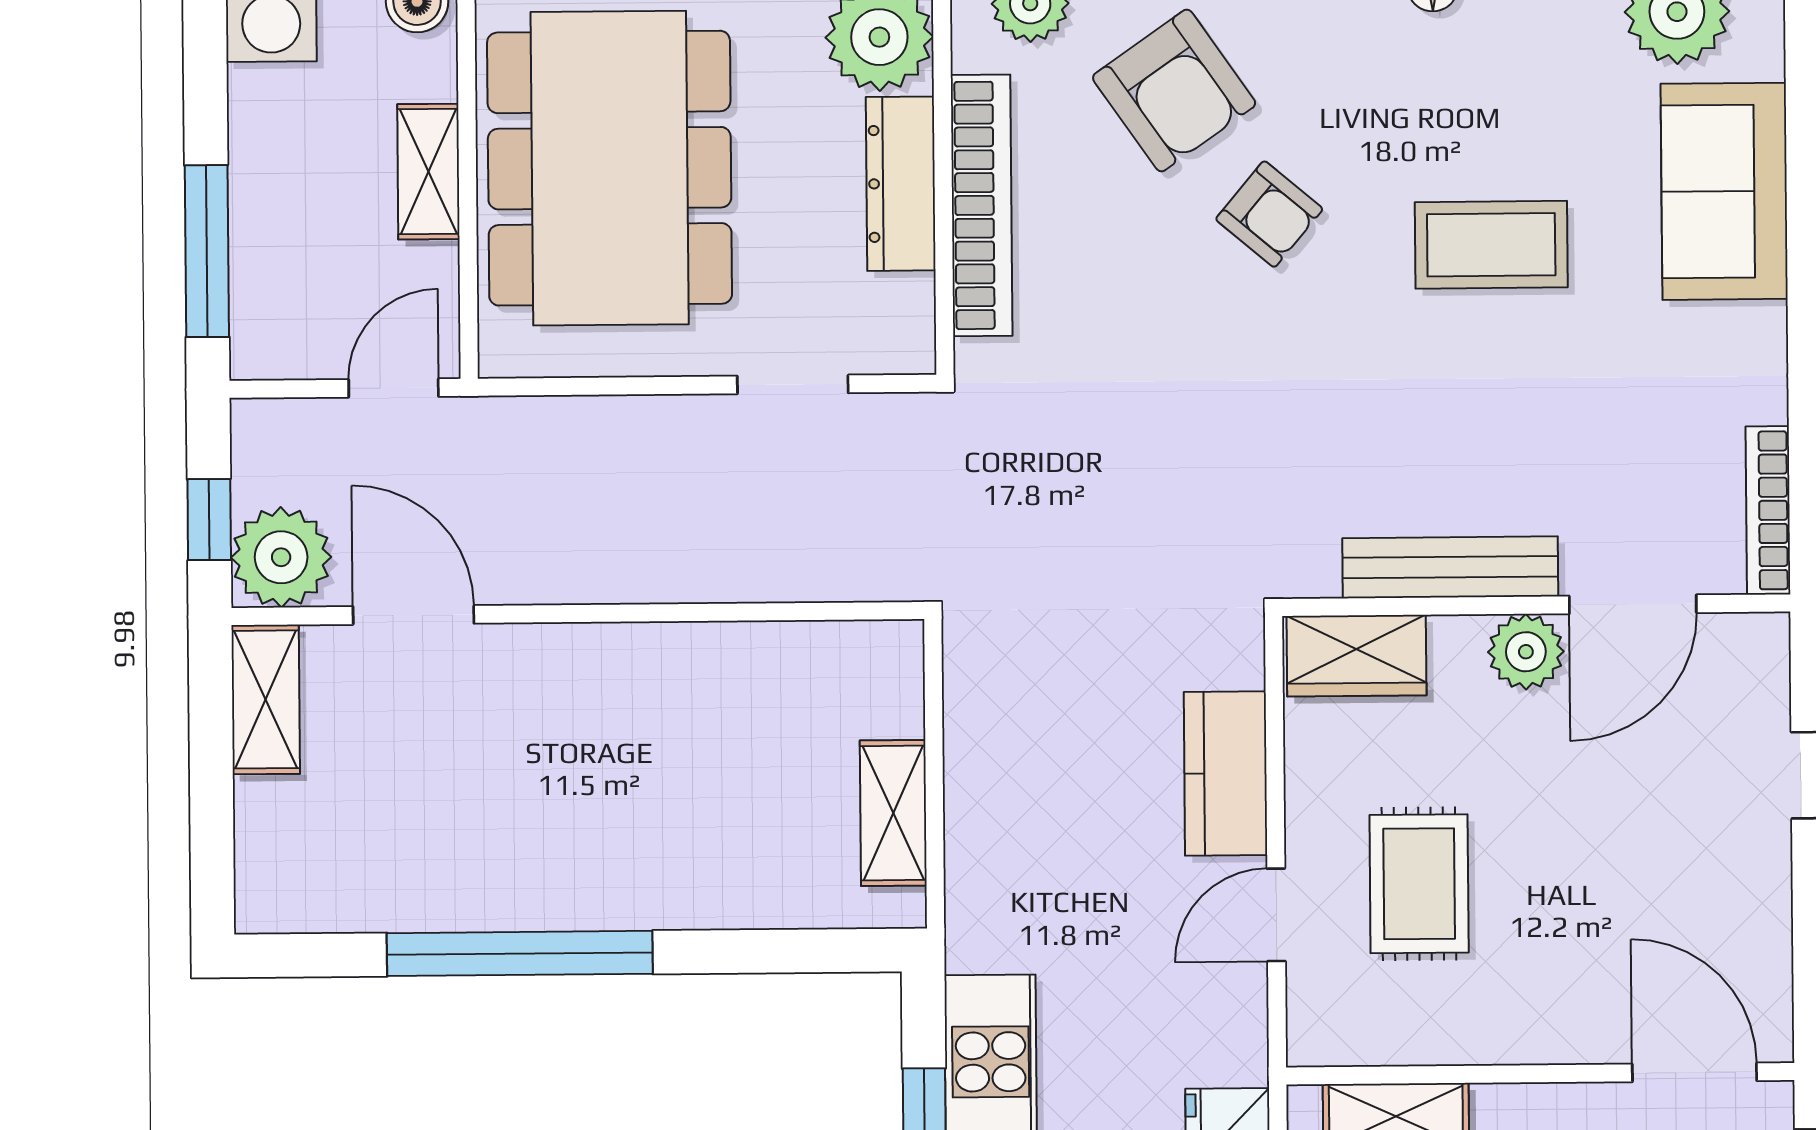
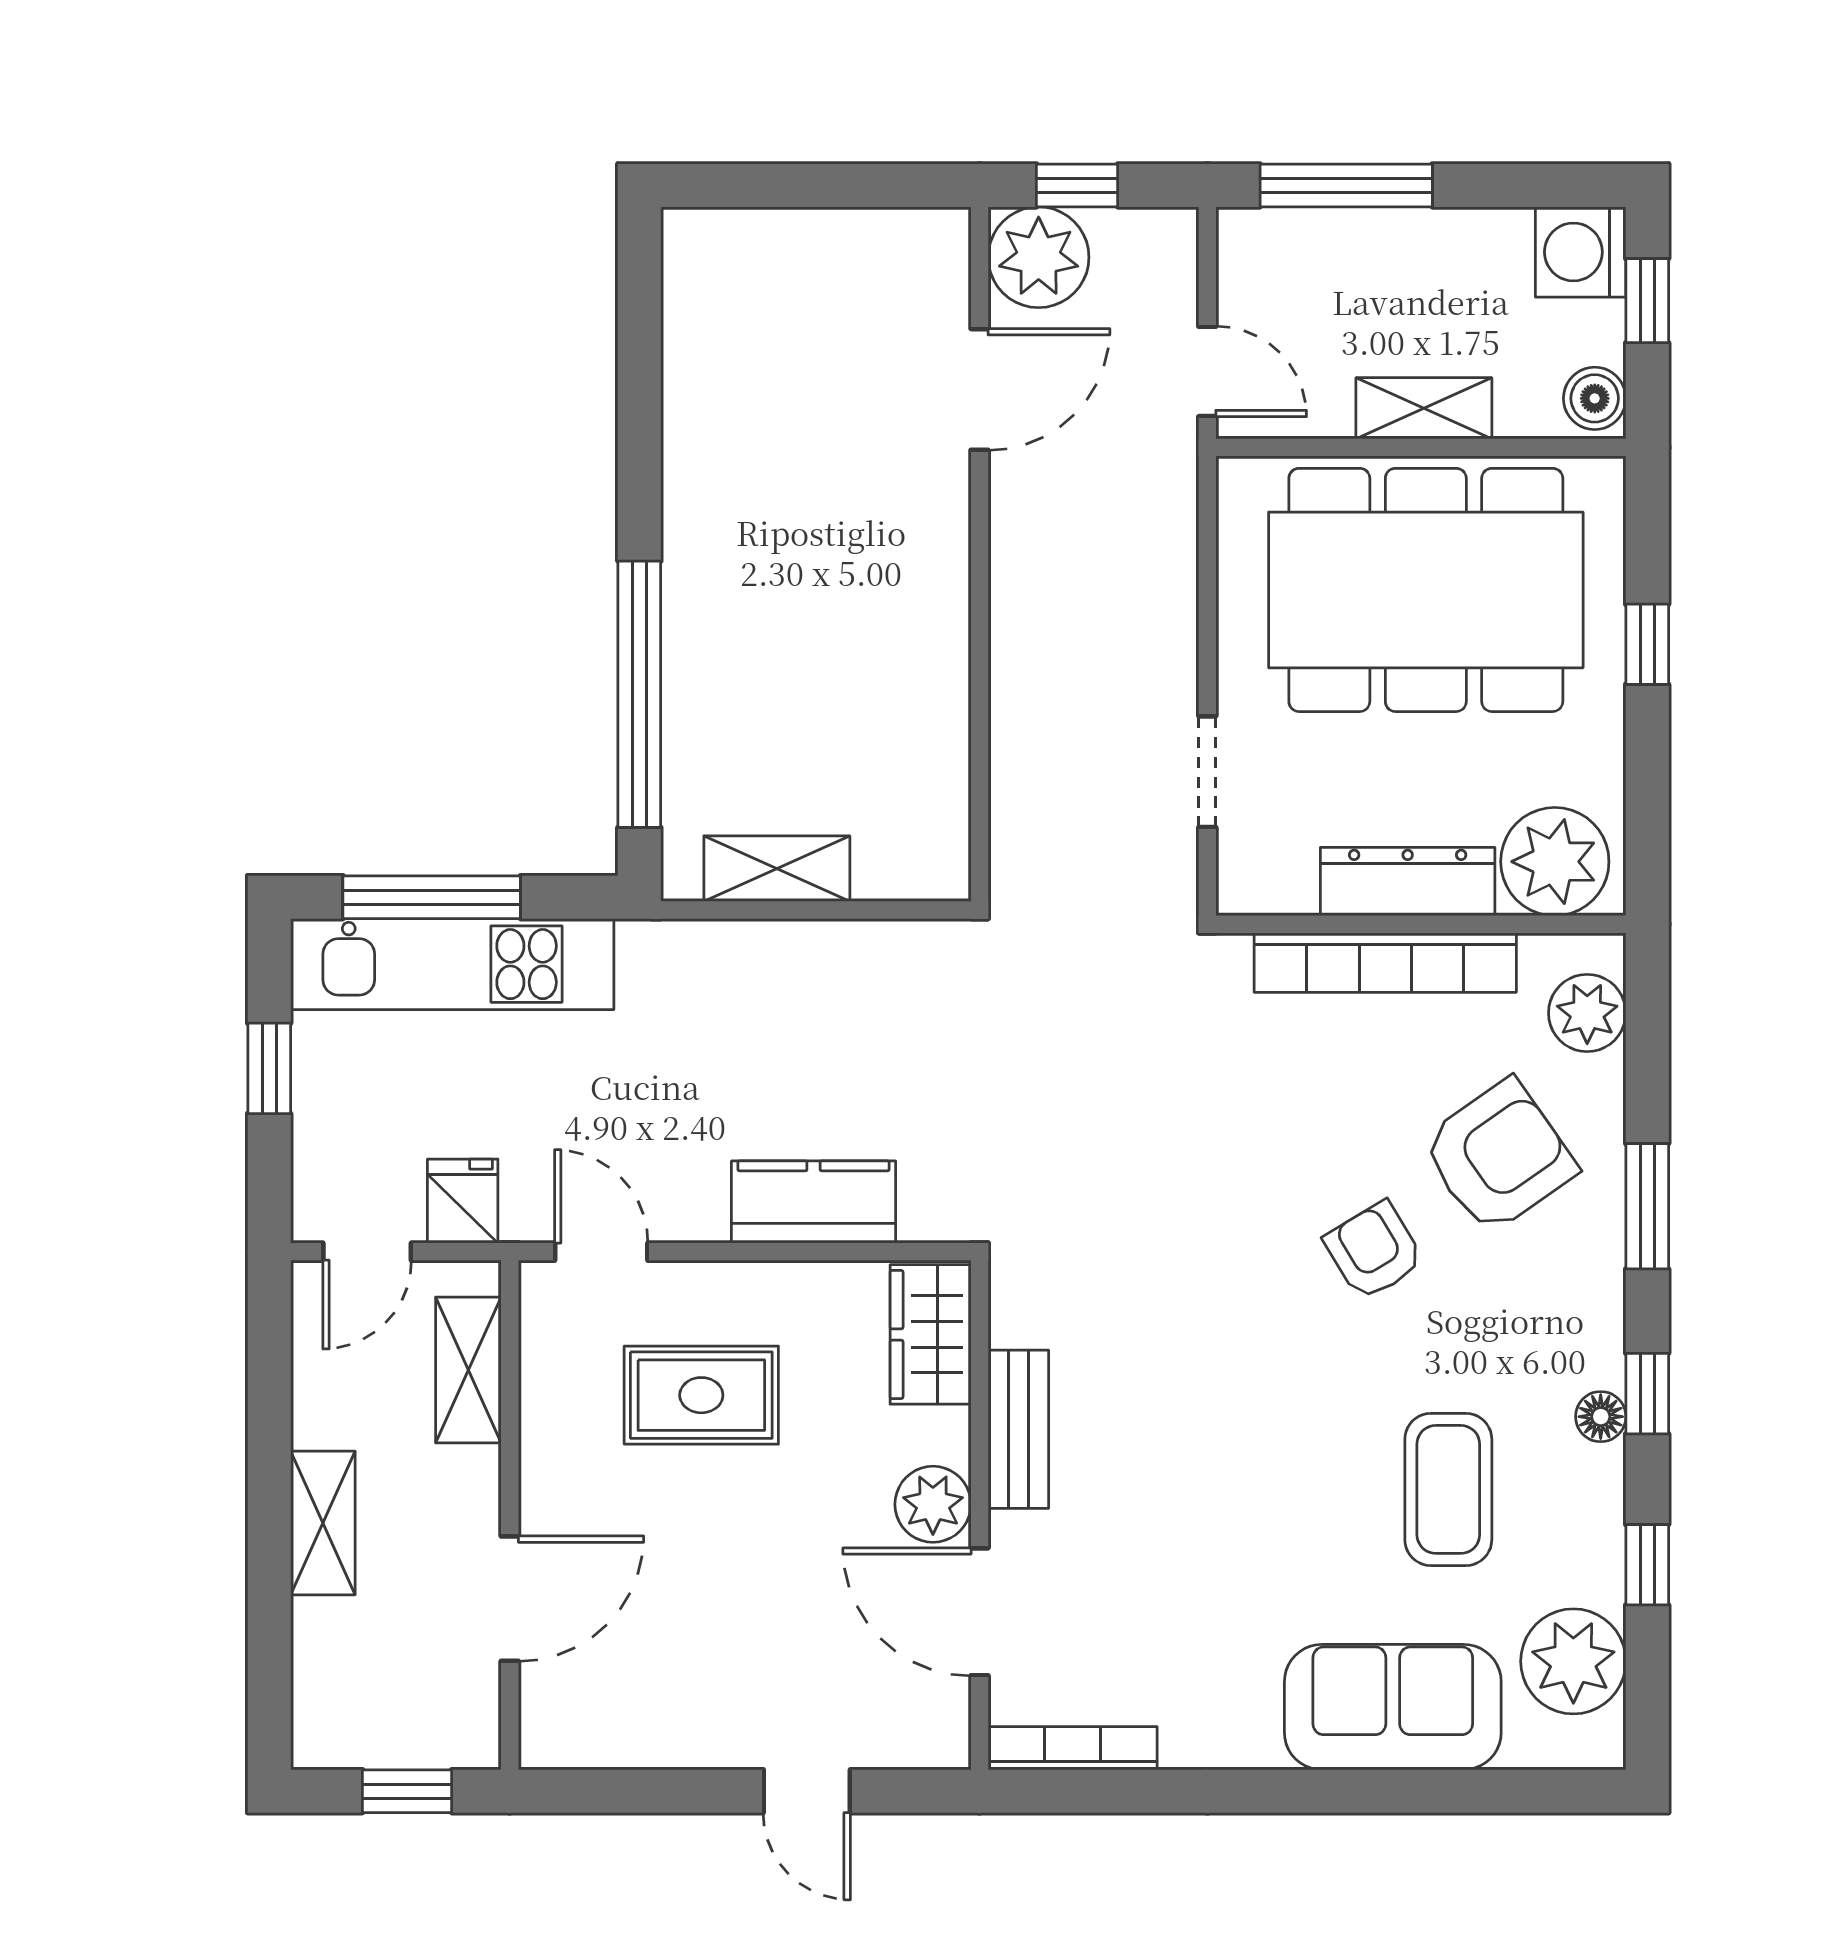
armchair: (1174, 90) -> (1499, 1157), turned 180
armchair: (1269, 214) -> (1374, 1251), turned 109
coffee table: (1491, 245) -> (1448, 1489), moved
bench: (1450, 567) -> (1018, 1429), width x0.73
shelving: (266, 699) -> (896, 240), removed
door: (1276, 915) -> (601, 1252), moved
window: (520, 953) -> (639, 694), moved
door: (1694, 1072) -> (510, 1599), moved

